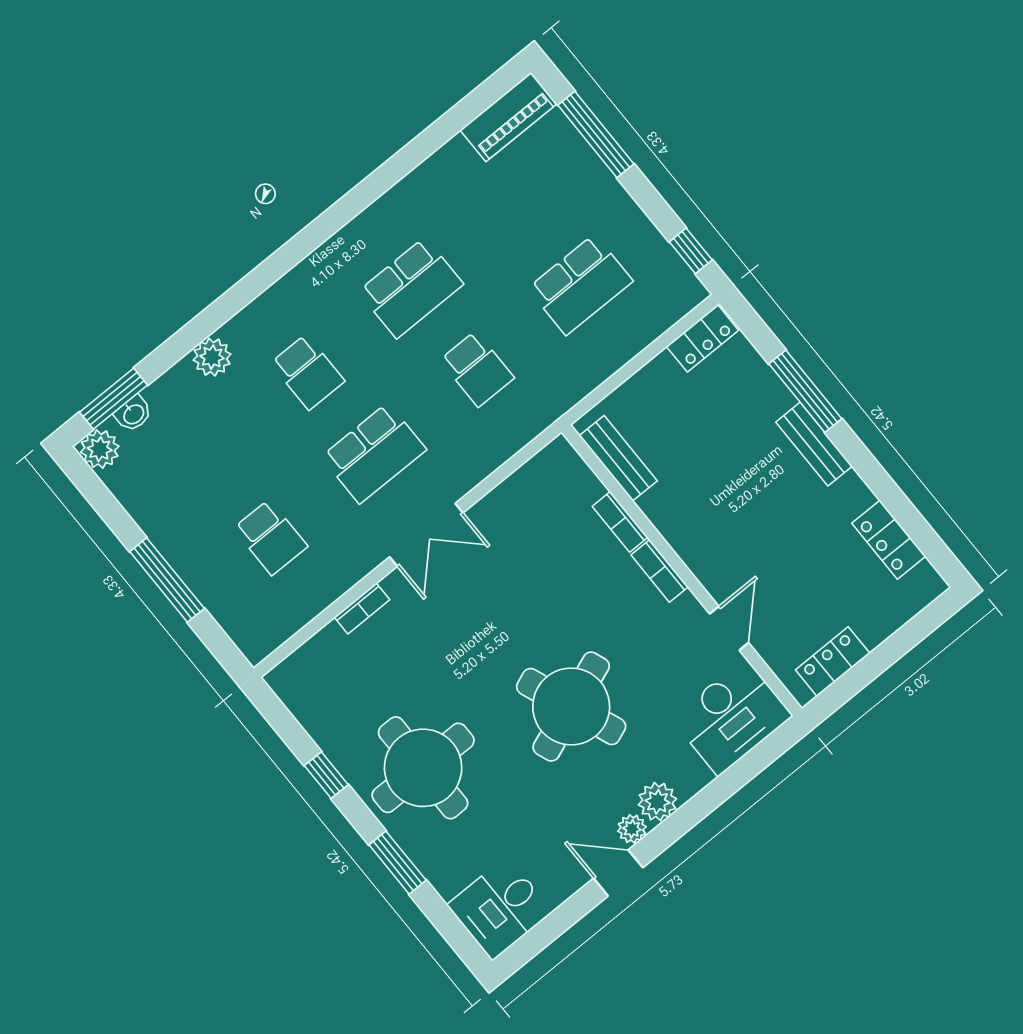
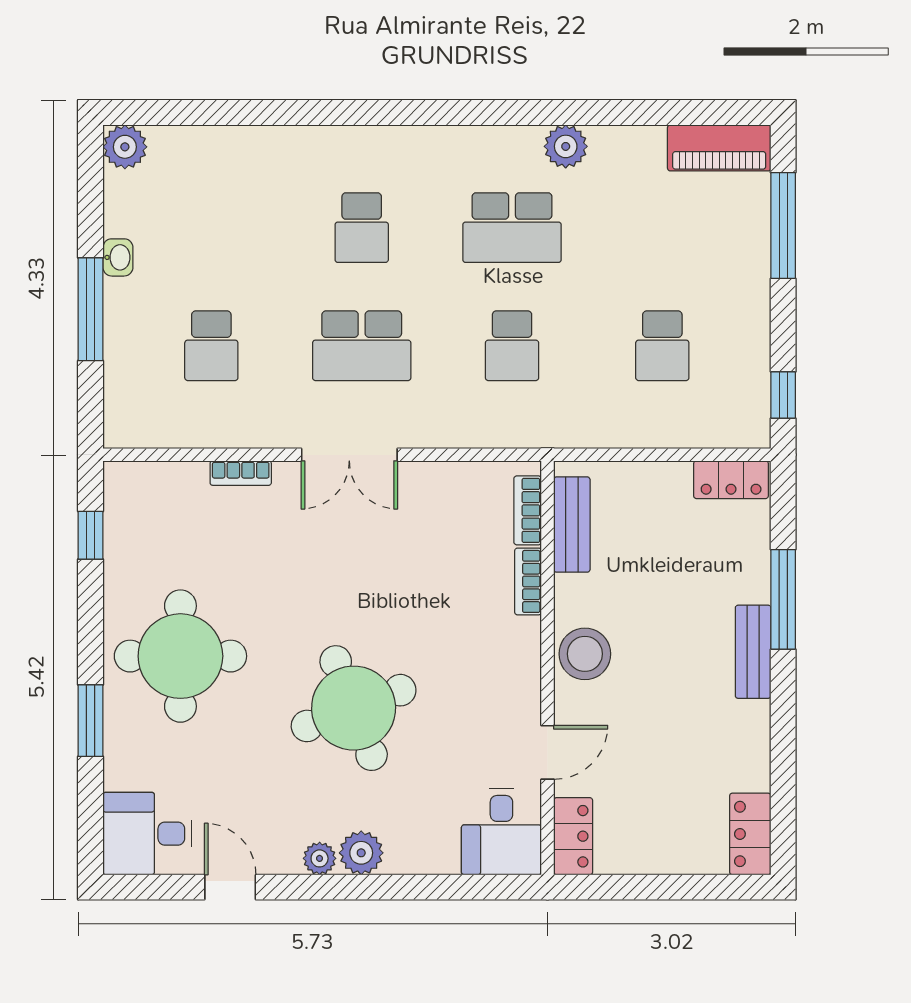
school desk: (580, 285) -> (662, 346), width x0.54
plant: (212, 357) -> (566, 146), moved
window: (114, 399) -> (173, 112), removed
washbasin: (133, 414) -> (118, 257), moved, turned -90
stool: (700, 540) -> (585, 654), added
locker: (889, 540) -> (750, 834), moved
bookcase: (660, 571) -> (528, 510), moved
locker: (833, 662) -> (573, 836), moved, turned 90
desk: (732, 717) -> (501, 832), width x0.73
window: (326, 775) -> (91, 535), moved
door: (618, 873) -> (230, 887), moved

